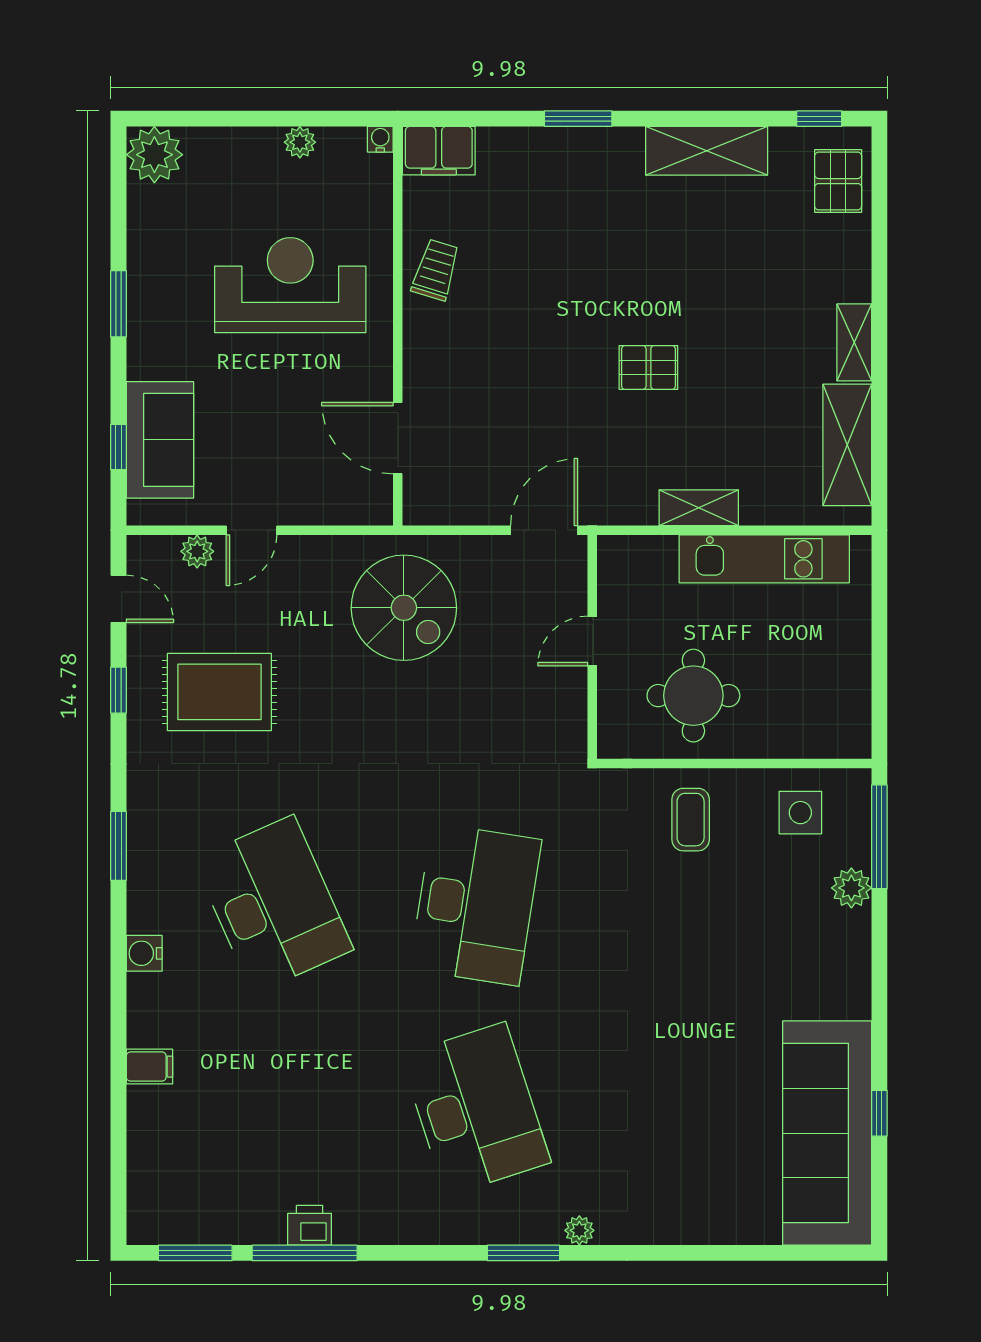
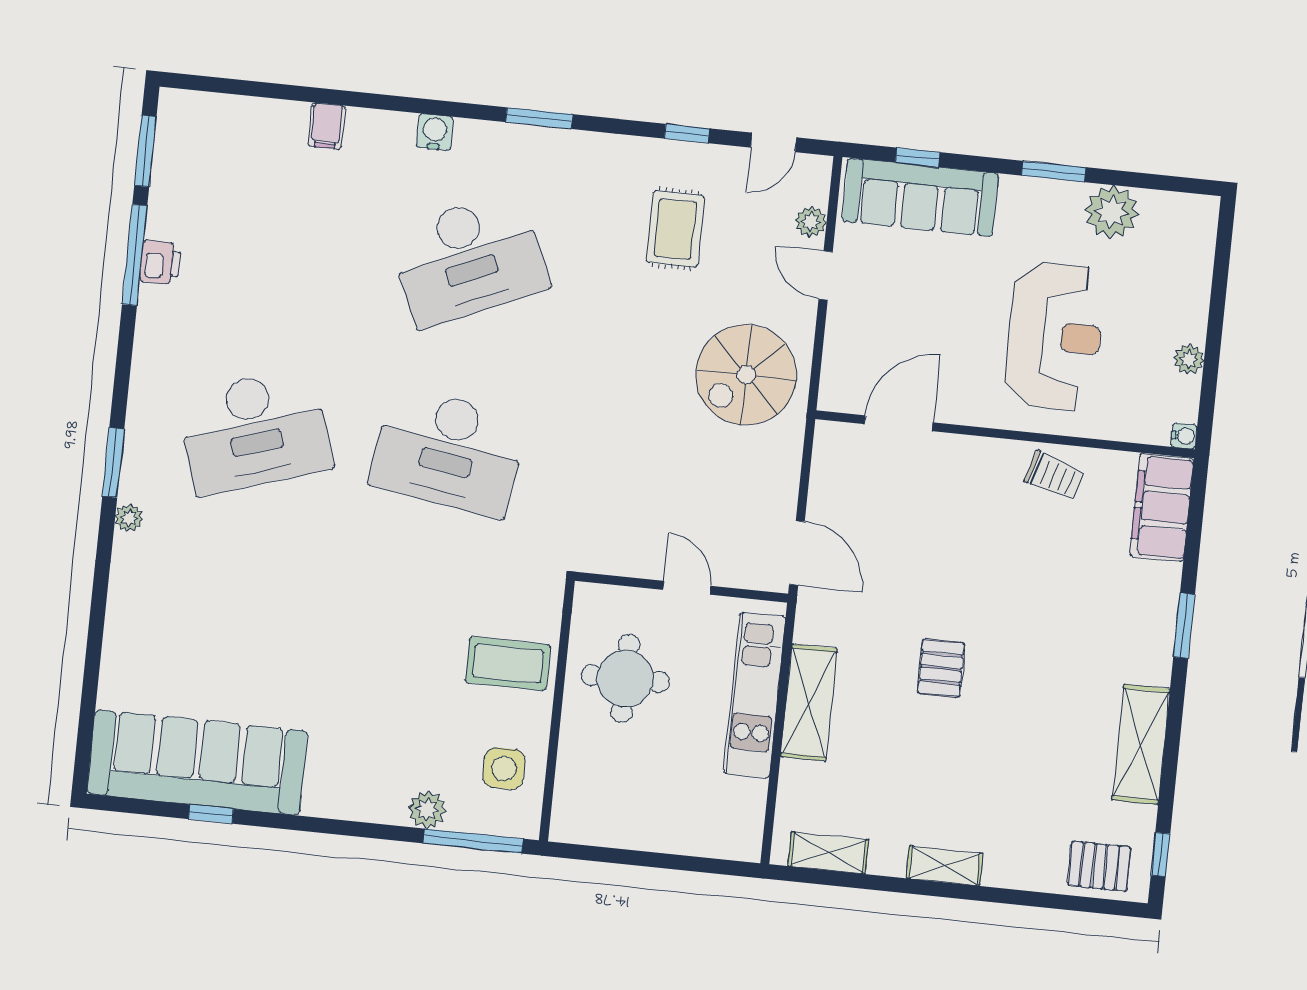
filing cabinet: (439, 151) -> (1162, 507), width x1.50, depth x1.17
plant: (154, 155) -> (1111, 212), moved
sofa: (160, 440) -> (920, 197), width x1.36
shelving: (847, 445) -> (828, 853), width x0.67, depth x0.75
shelving: (699, 508) -> (809, 703), width x1.50, depth x1.33
kitchen unit: (764, 559) -> (755, 695), moved
spiral stairs: (404, 608) -> (746, 375), moved
rug: (219, 692) -> (675, 229), width x0.73, depth x0.70
coffee table: (691, 820) -> (508, 664), width x1.36, depth x1.30

